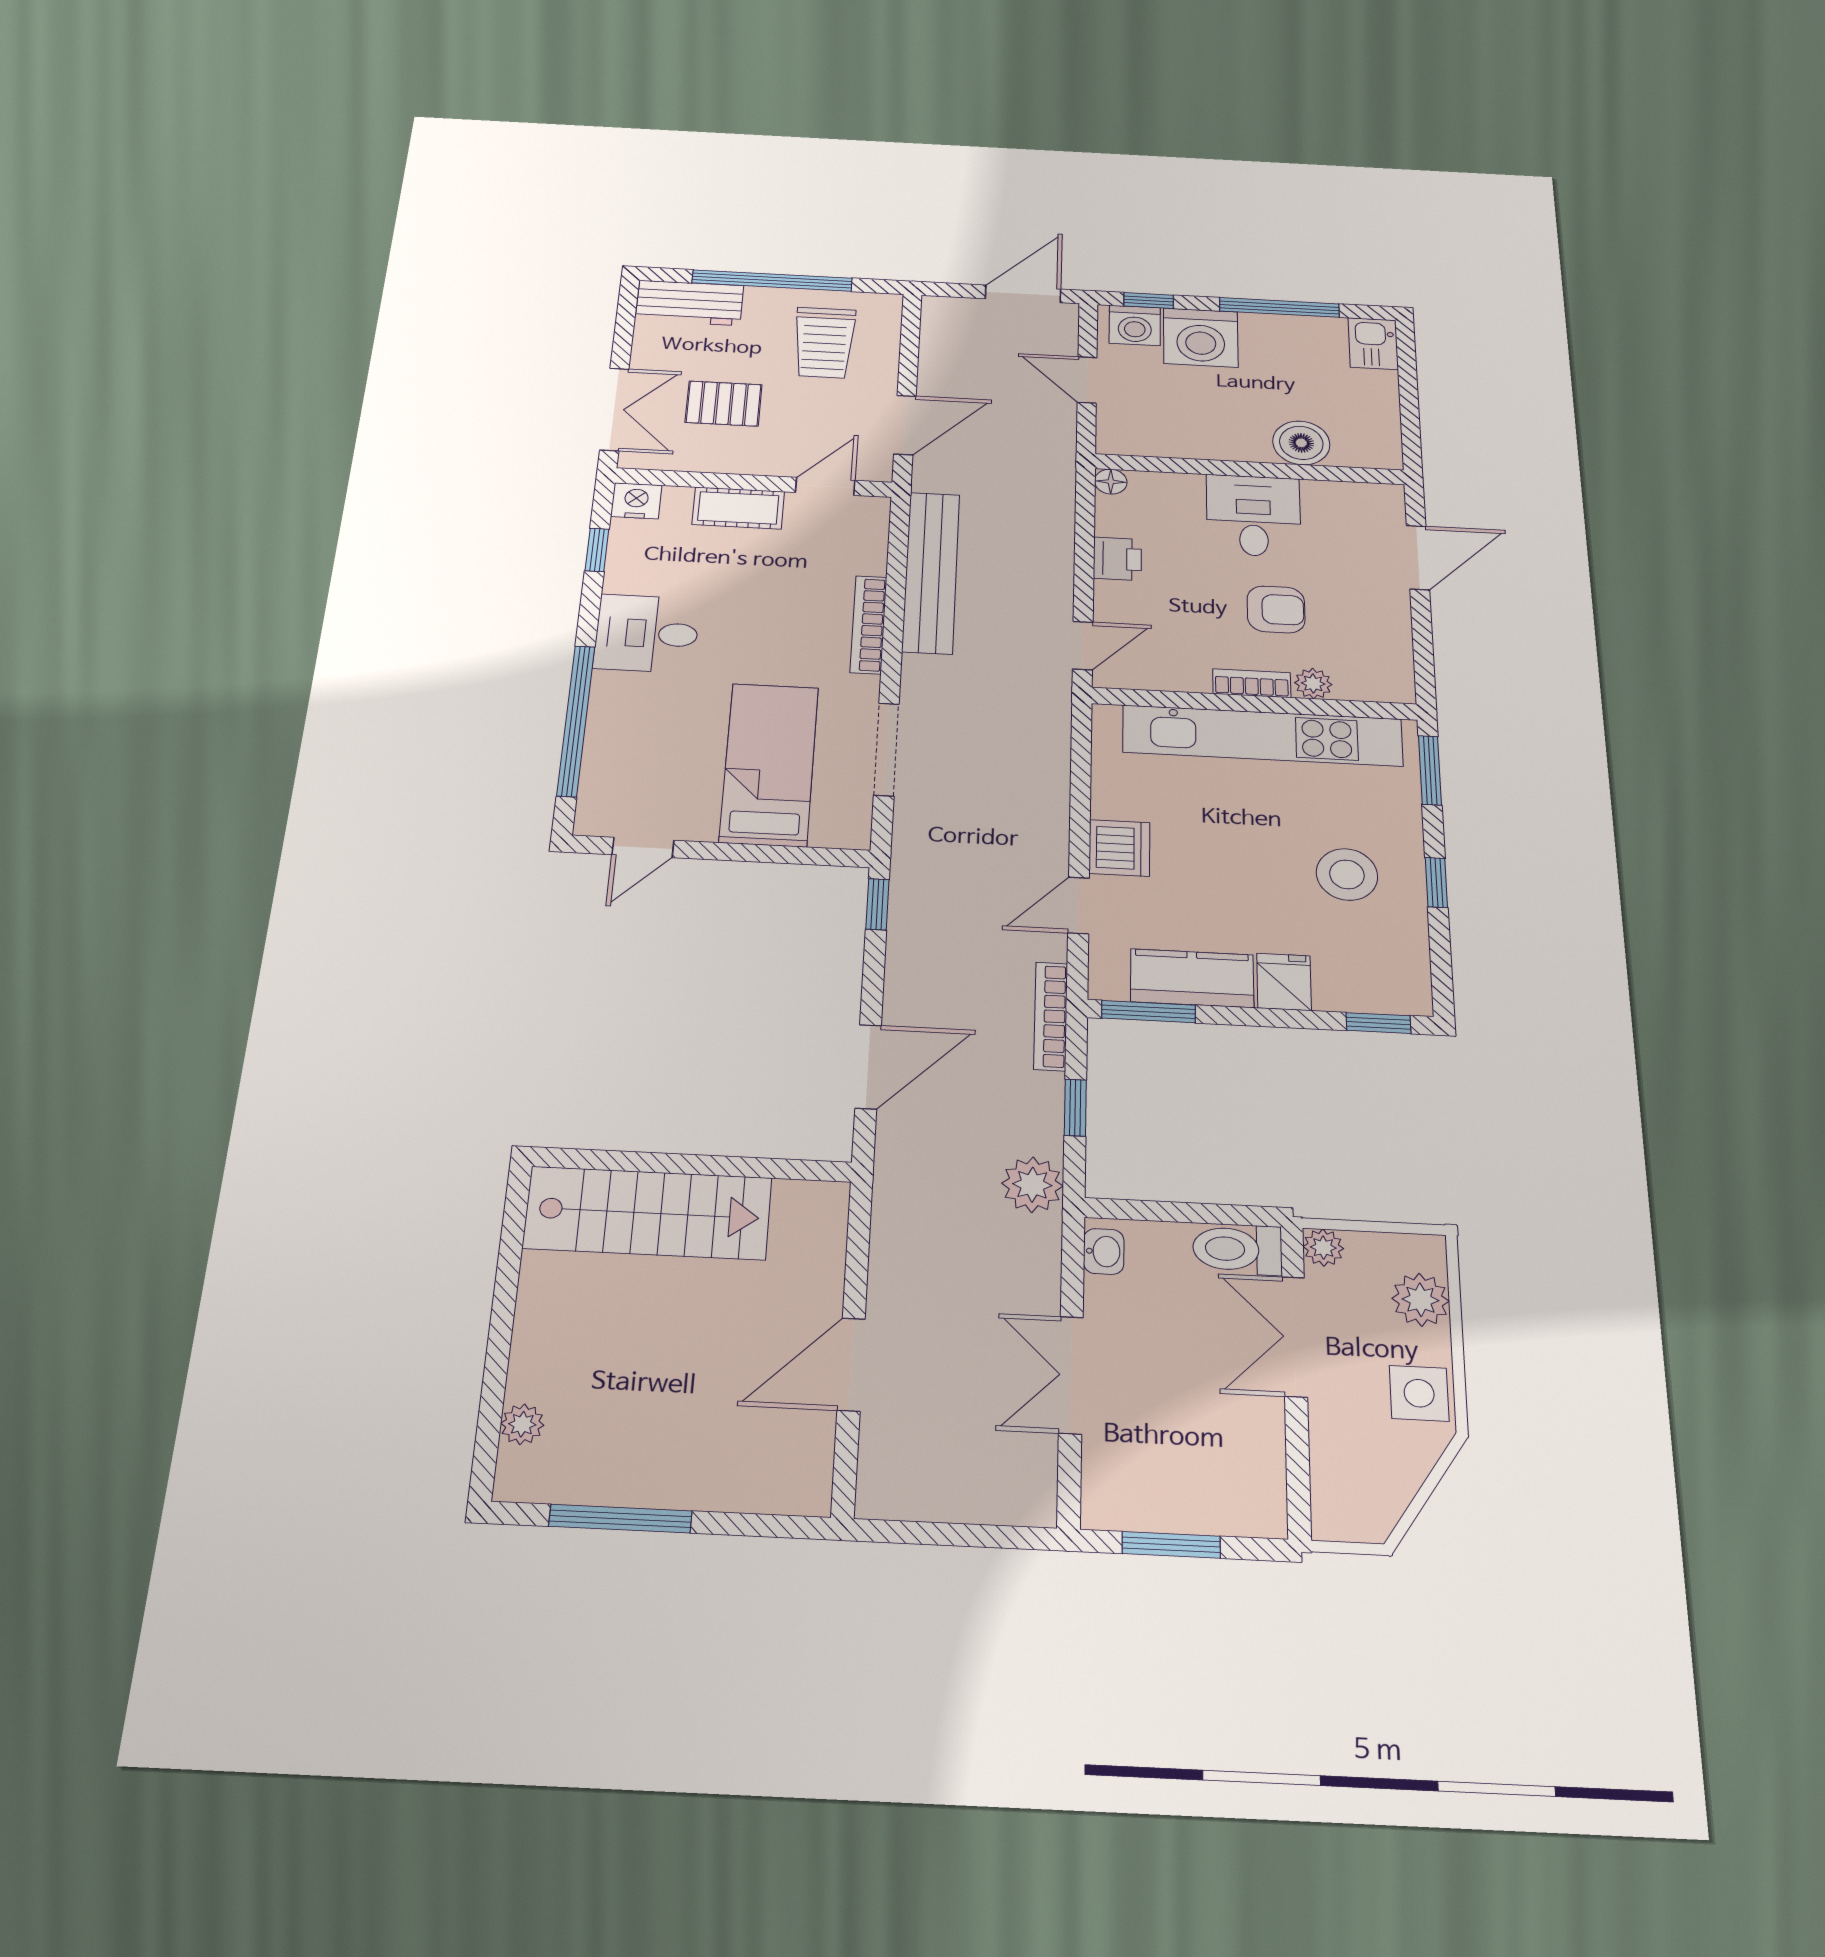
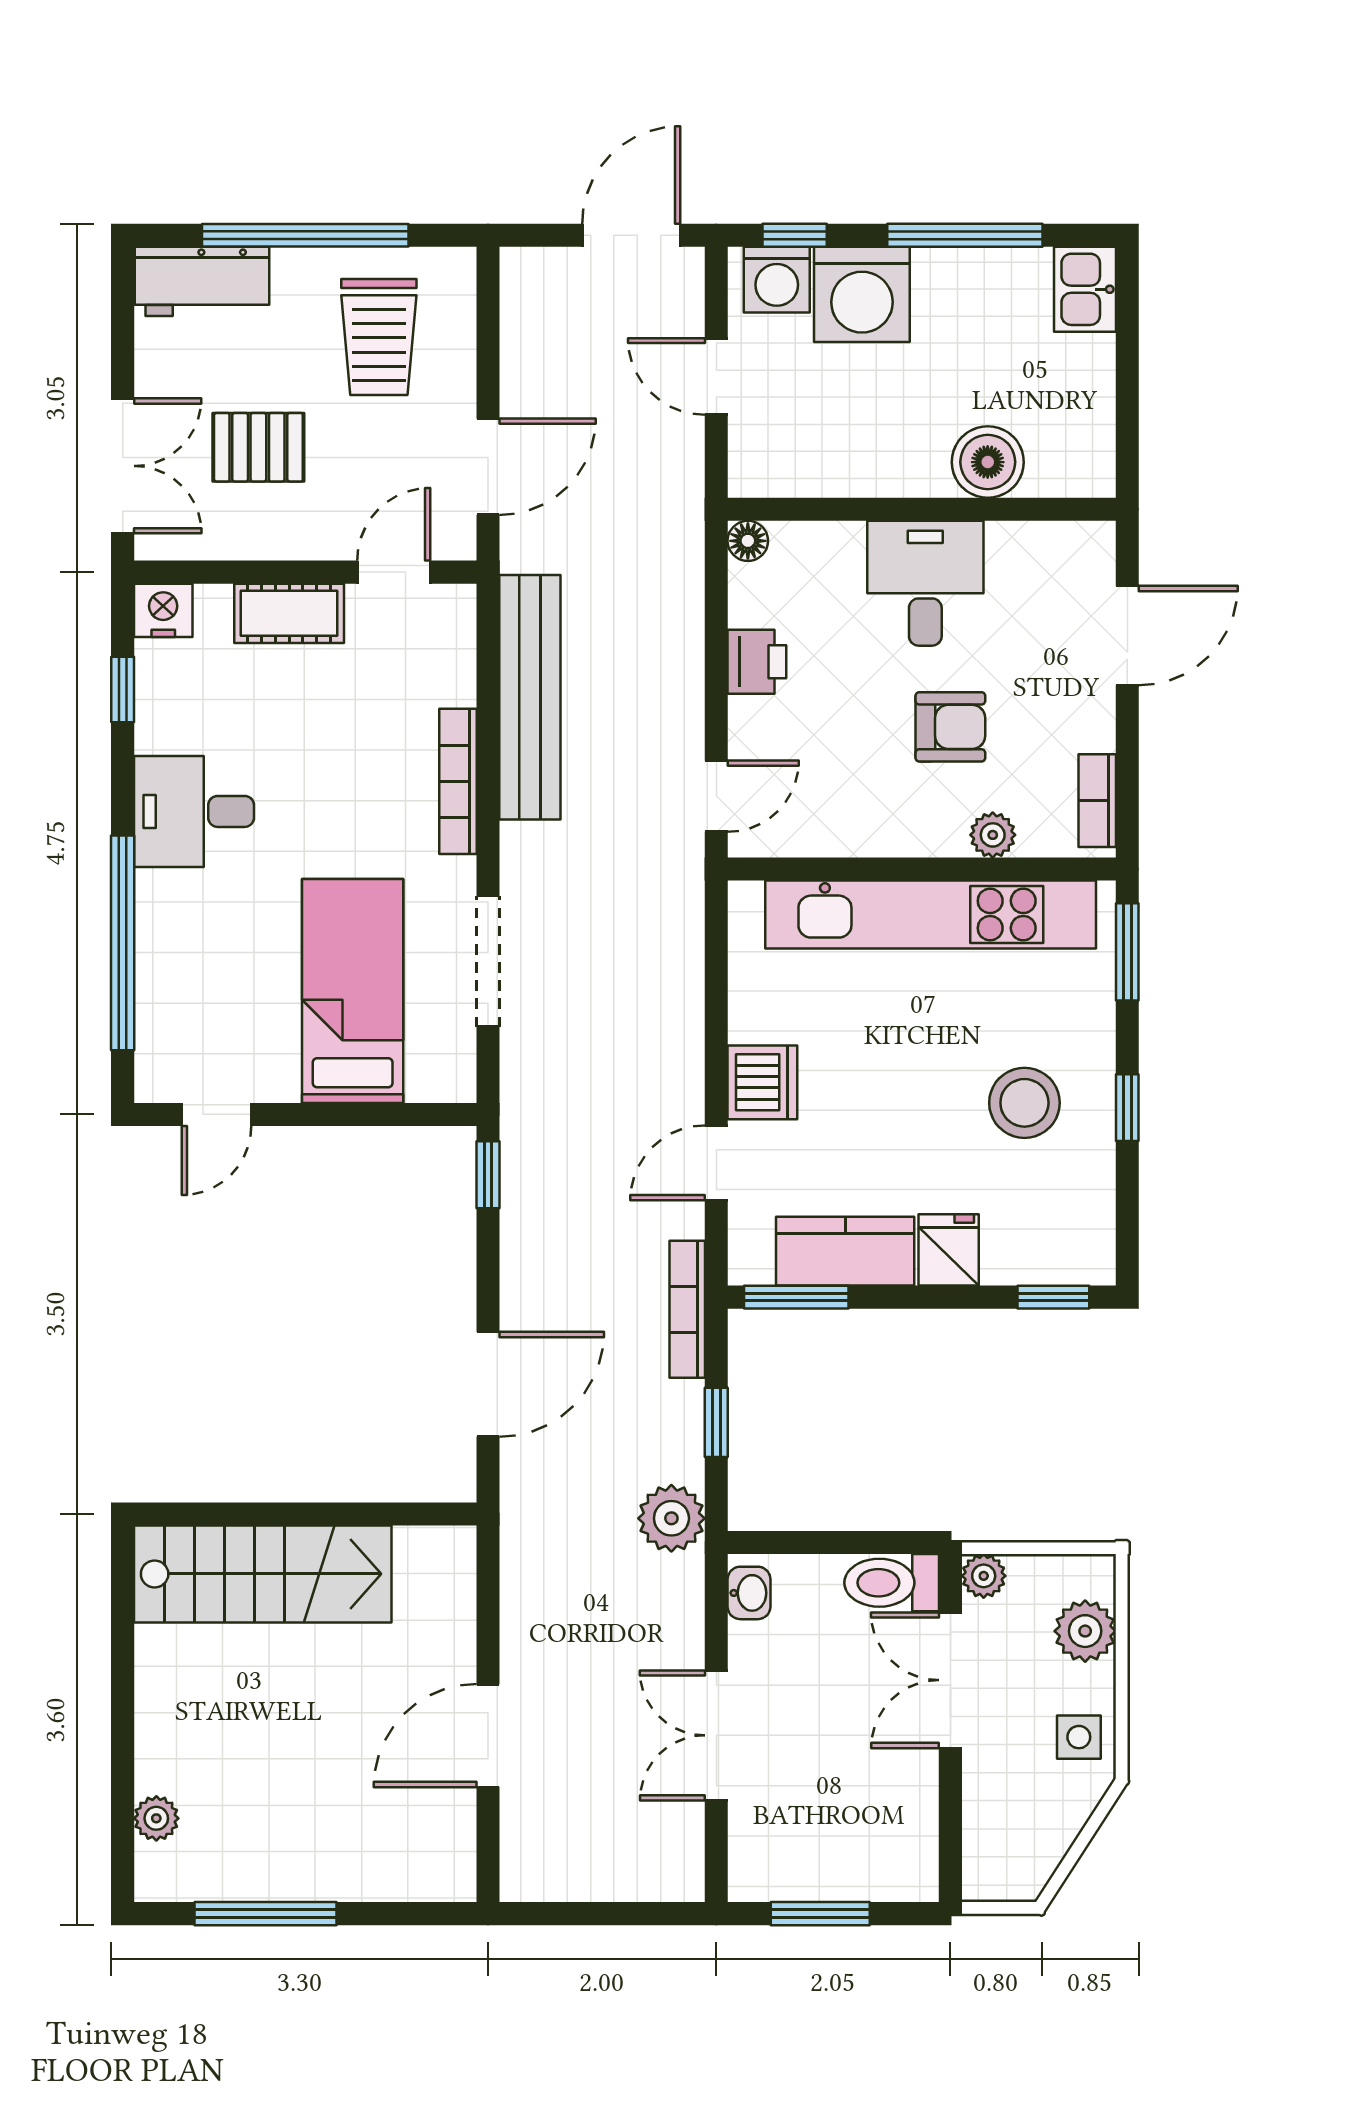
bookcase: (1252, 683) -> (1097, 801), moved, turned -90
side table: (1419, 1393) -> (1079, 1737), width x0.73, depth x0.73

